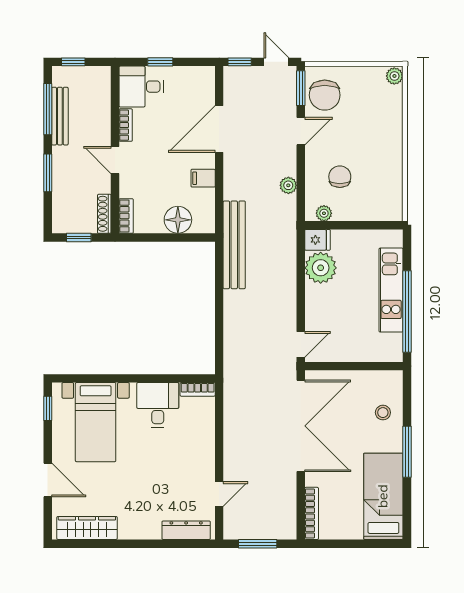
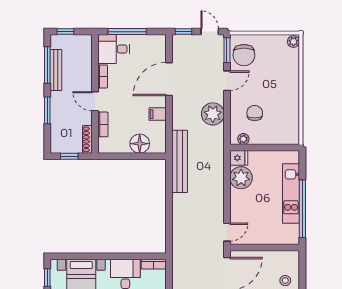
window: (160, 62) -> (127, 32), width x2.17
plant: (288, 185) -> (213, 114), width x1.87, depth x1.87
bookcase: (126, 216) -> (103, 124), moved

